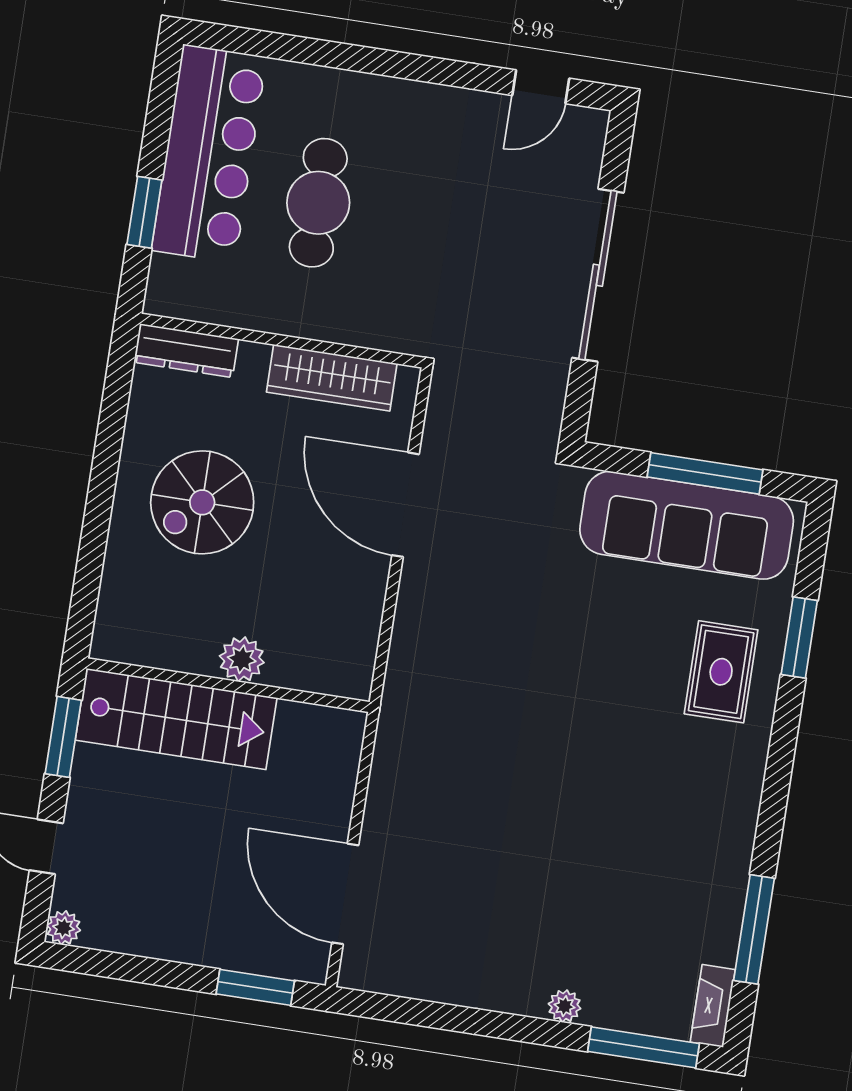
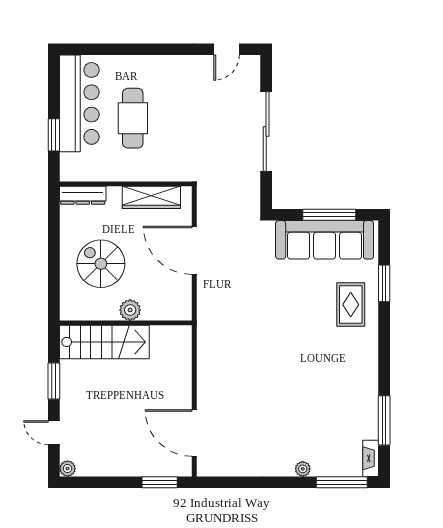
spiral stairs: (202, 502) -> (101, 264), turned 90
plant: (242, 659) -> (130, 310), moved
wall: (228, 685) -> (126, 323), moved
stairs: (176, 719) -> (104, 342), moved

